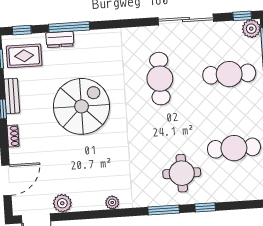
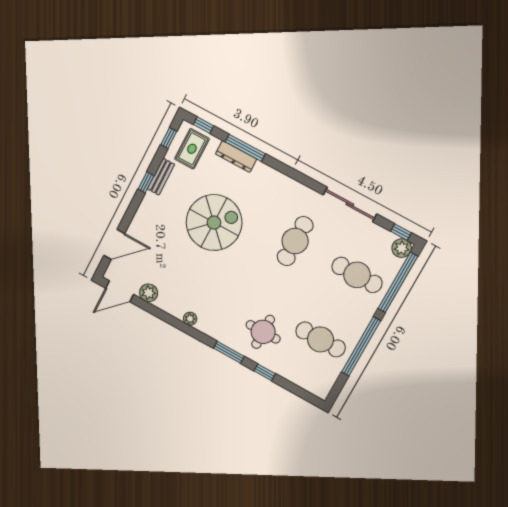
dresser: (60, 39) -> (236, 156), width x1.44
rug: (24, 56) -> (192, 149), turned 90
shoe rack: (13, 136) -> (142, 211), removed

